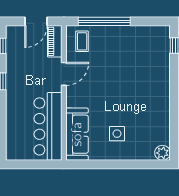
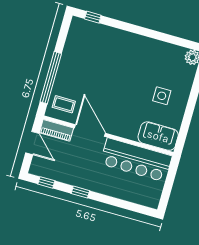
door: (64, 74) -> (90, 130), width x1.36
sofa: (77, 134) -> (158, 136), width x0.73

